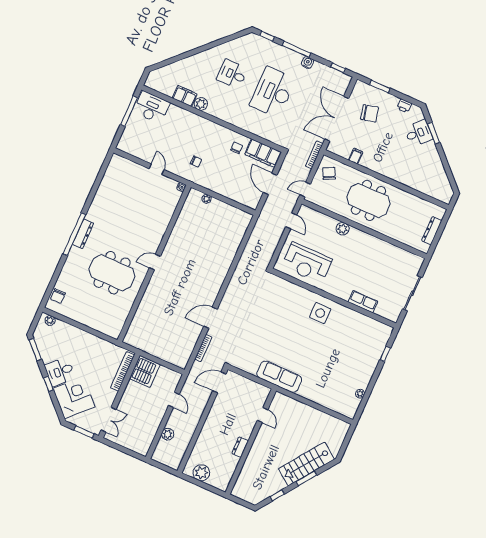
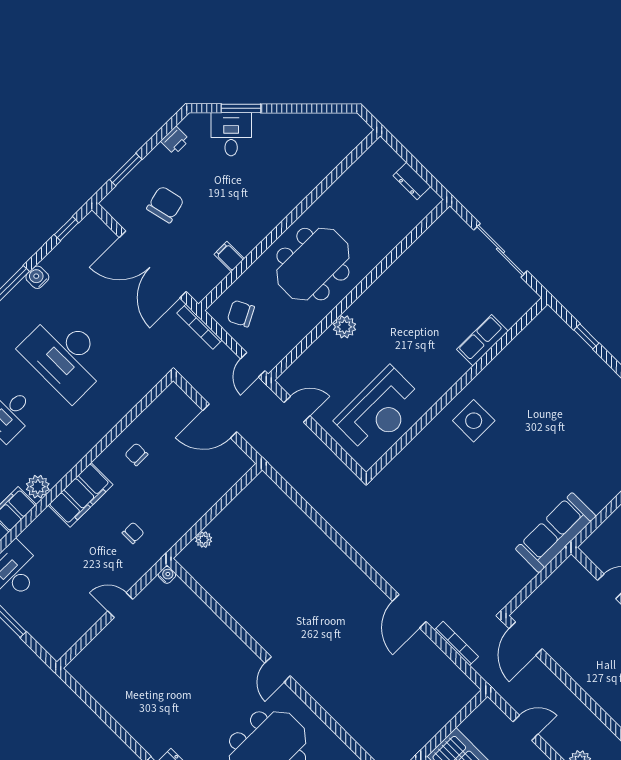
filing cabinet: (263, 153) -> (81, 495), moved
dresser: (432, 231) -> (412, 181), width x0.70

